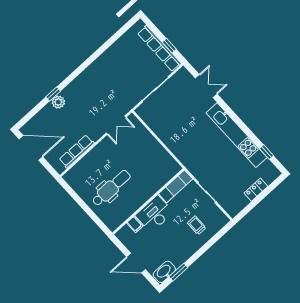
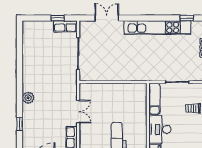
row of seats: (159, 48) -> (65, 26), width x0.50
plant: (58, 102) -> (28, 98), moved
double door: (116, 125) -> (78, 112), moved

